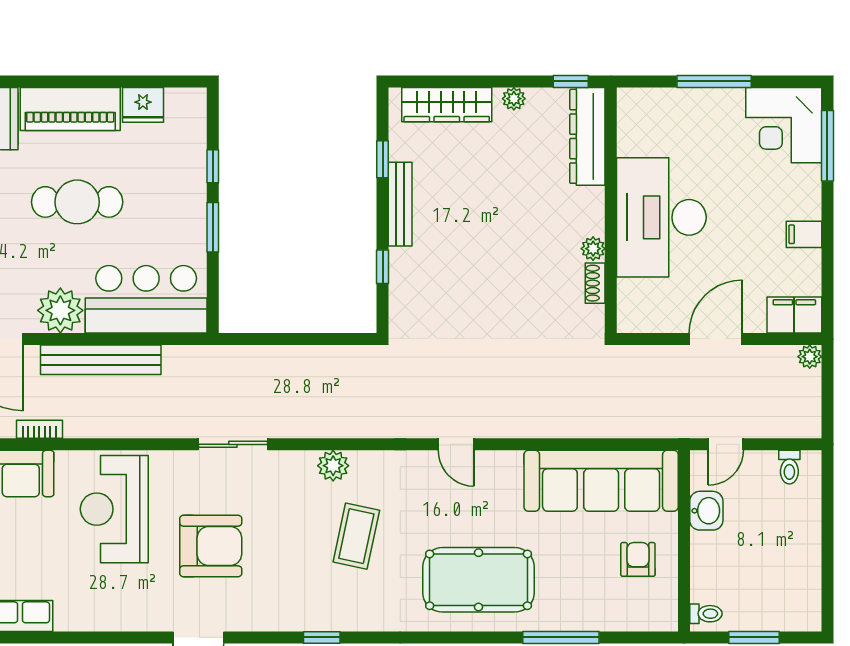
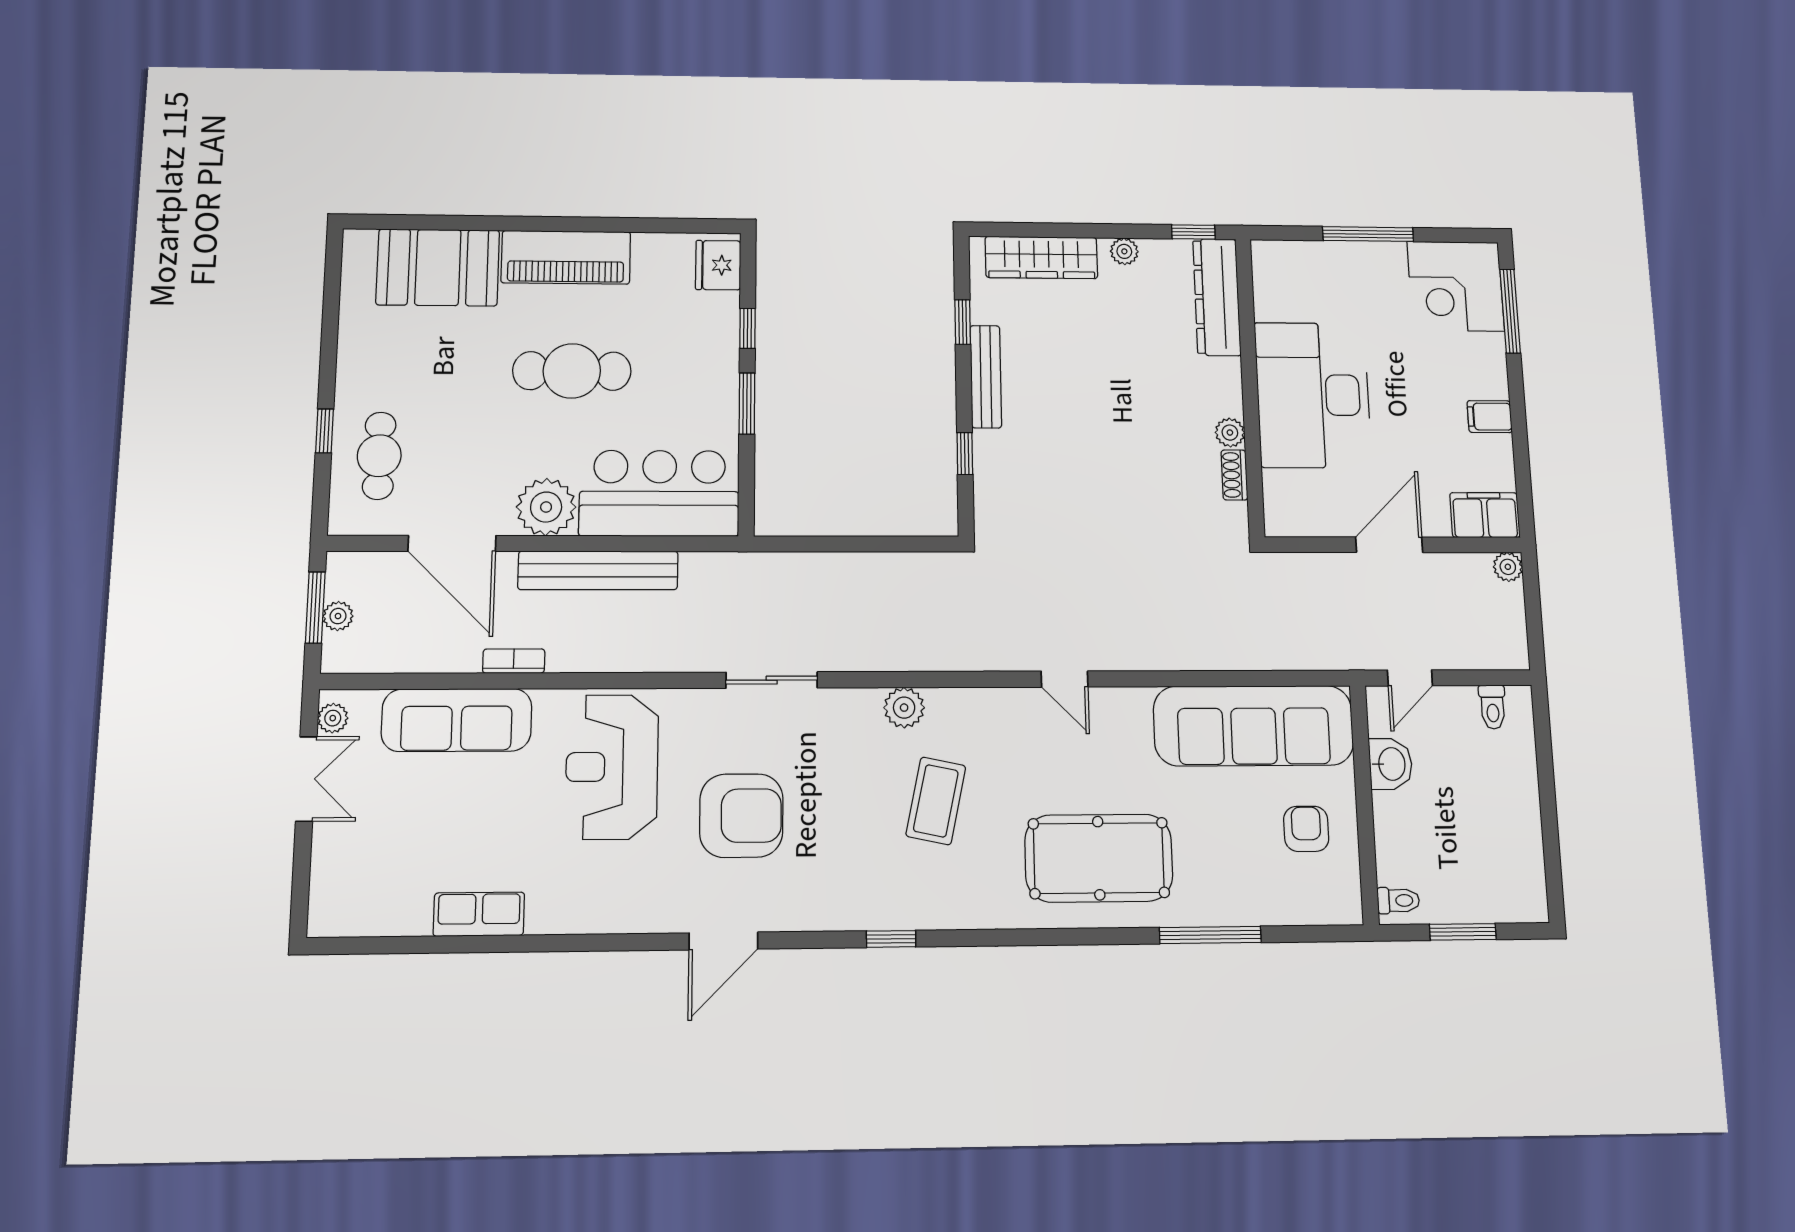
fridge: (143, 105) -> (718, 265), moved, turned 90

